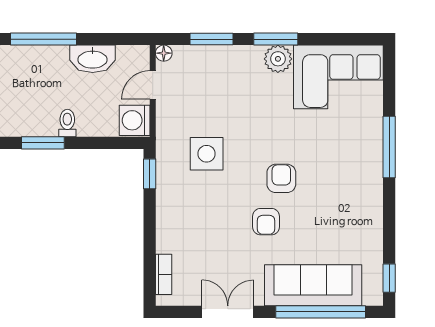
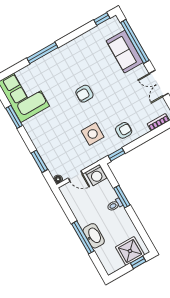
window: (276, 39) -> (14, 117), moved
washbasin: (93, 59) -> (94, 236), moved
plant: (278, 59) -> (31, 126), removed
window: (43, 143) -> (122, 197), moved
armchair: (266, 222) -> (124, 130), moved
sofa: (313, 285) -> (125, 52), width x0.73

